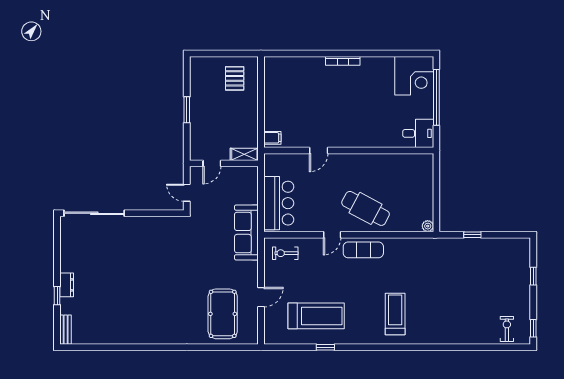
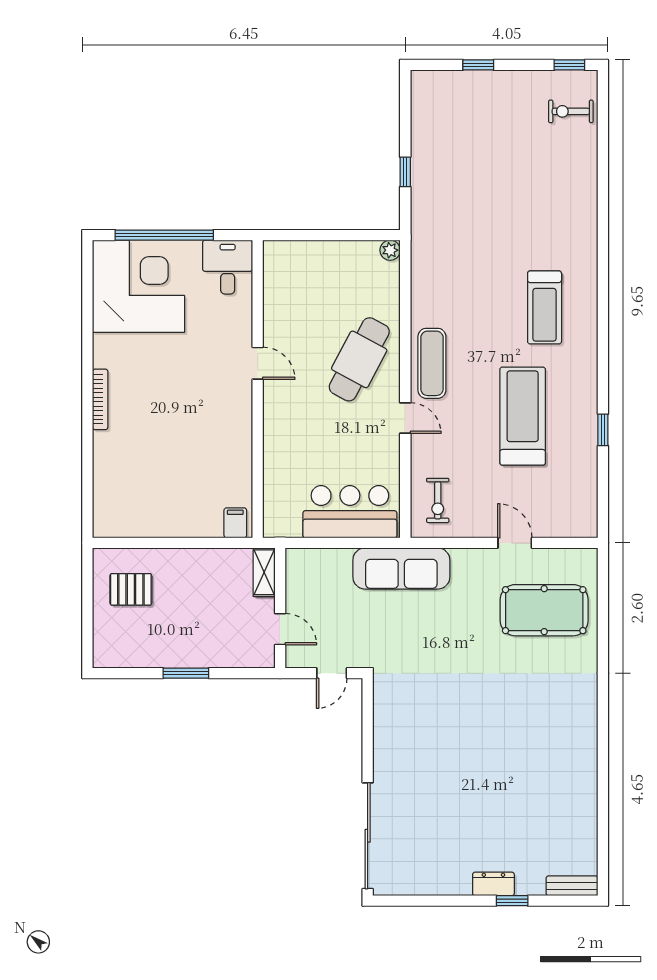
corner desk: (414, 76) -> (139, 286), width x1.36, depth x1.36
door: (319, 151) -> (258, 363), moved
treadmill: (395, 314) -> (545, 307), turned -90
treadmill: (316, 316) -> (523, 416), moved

